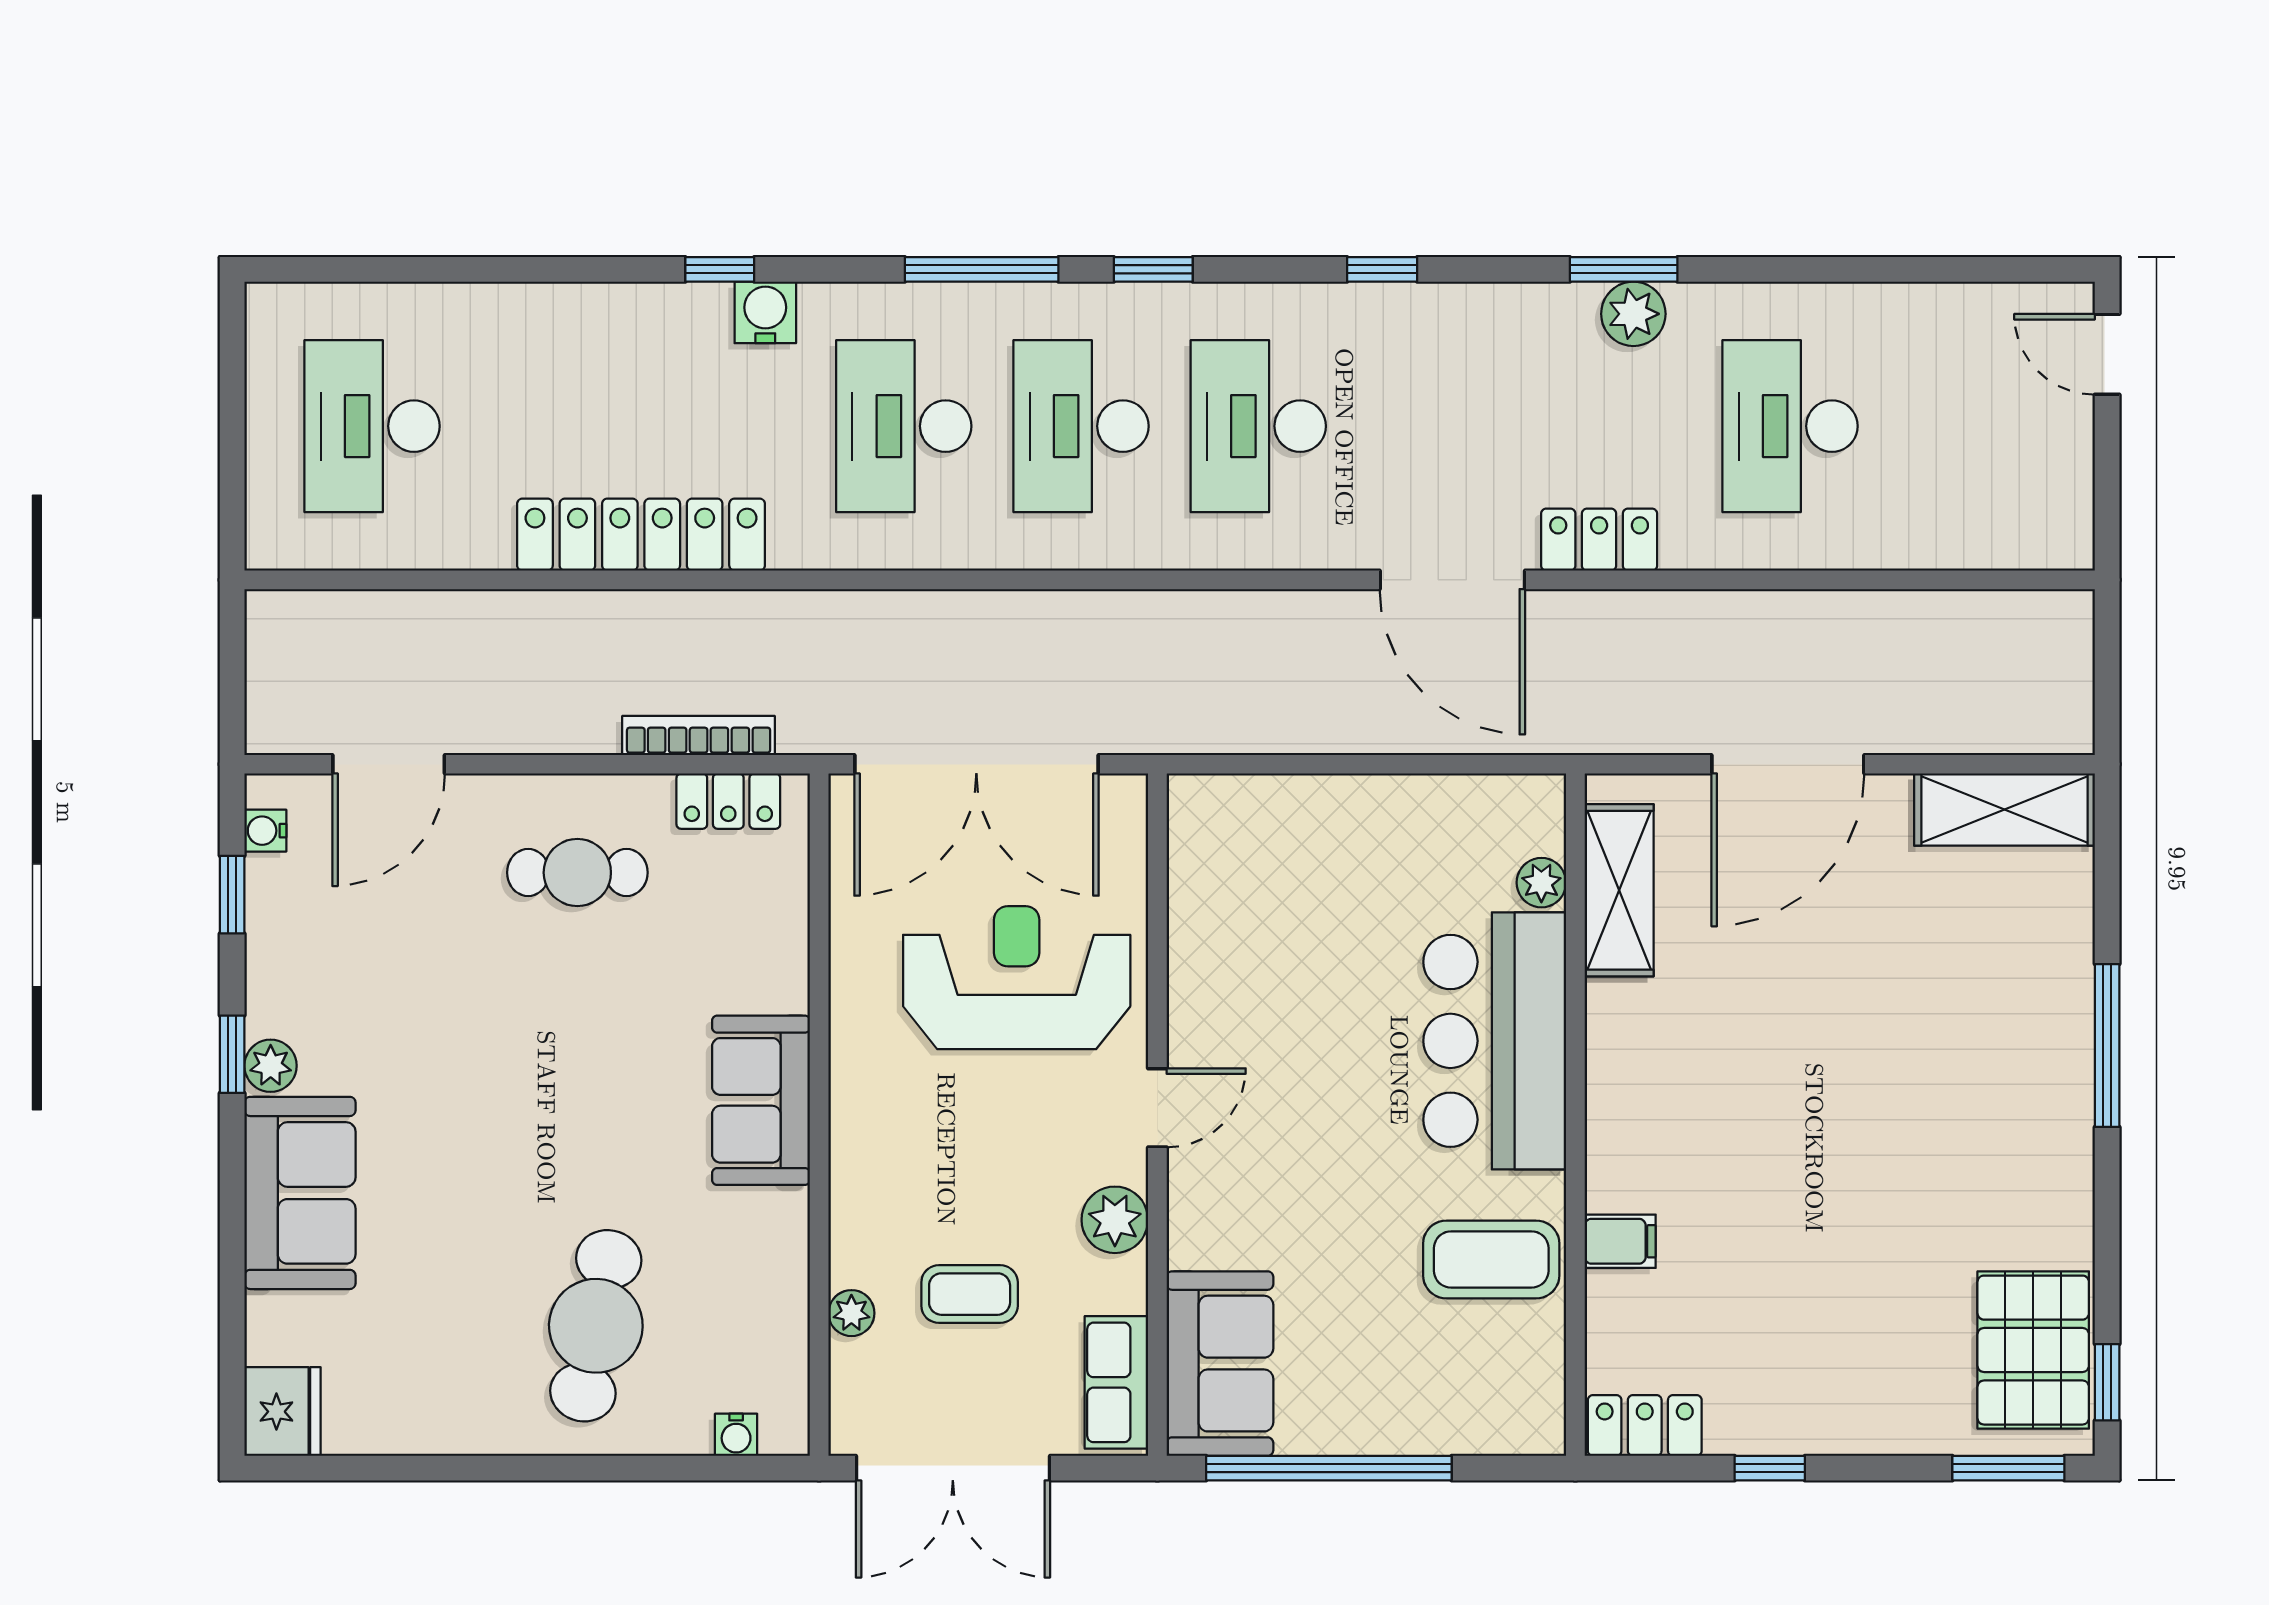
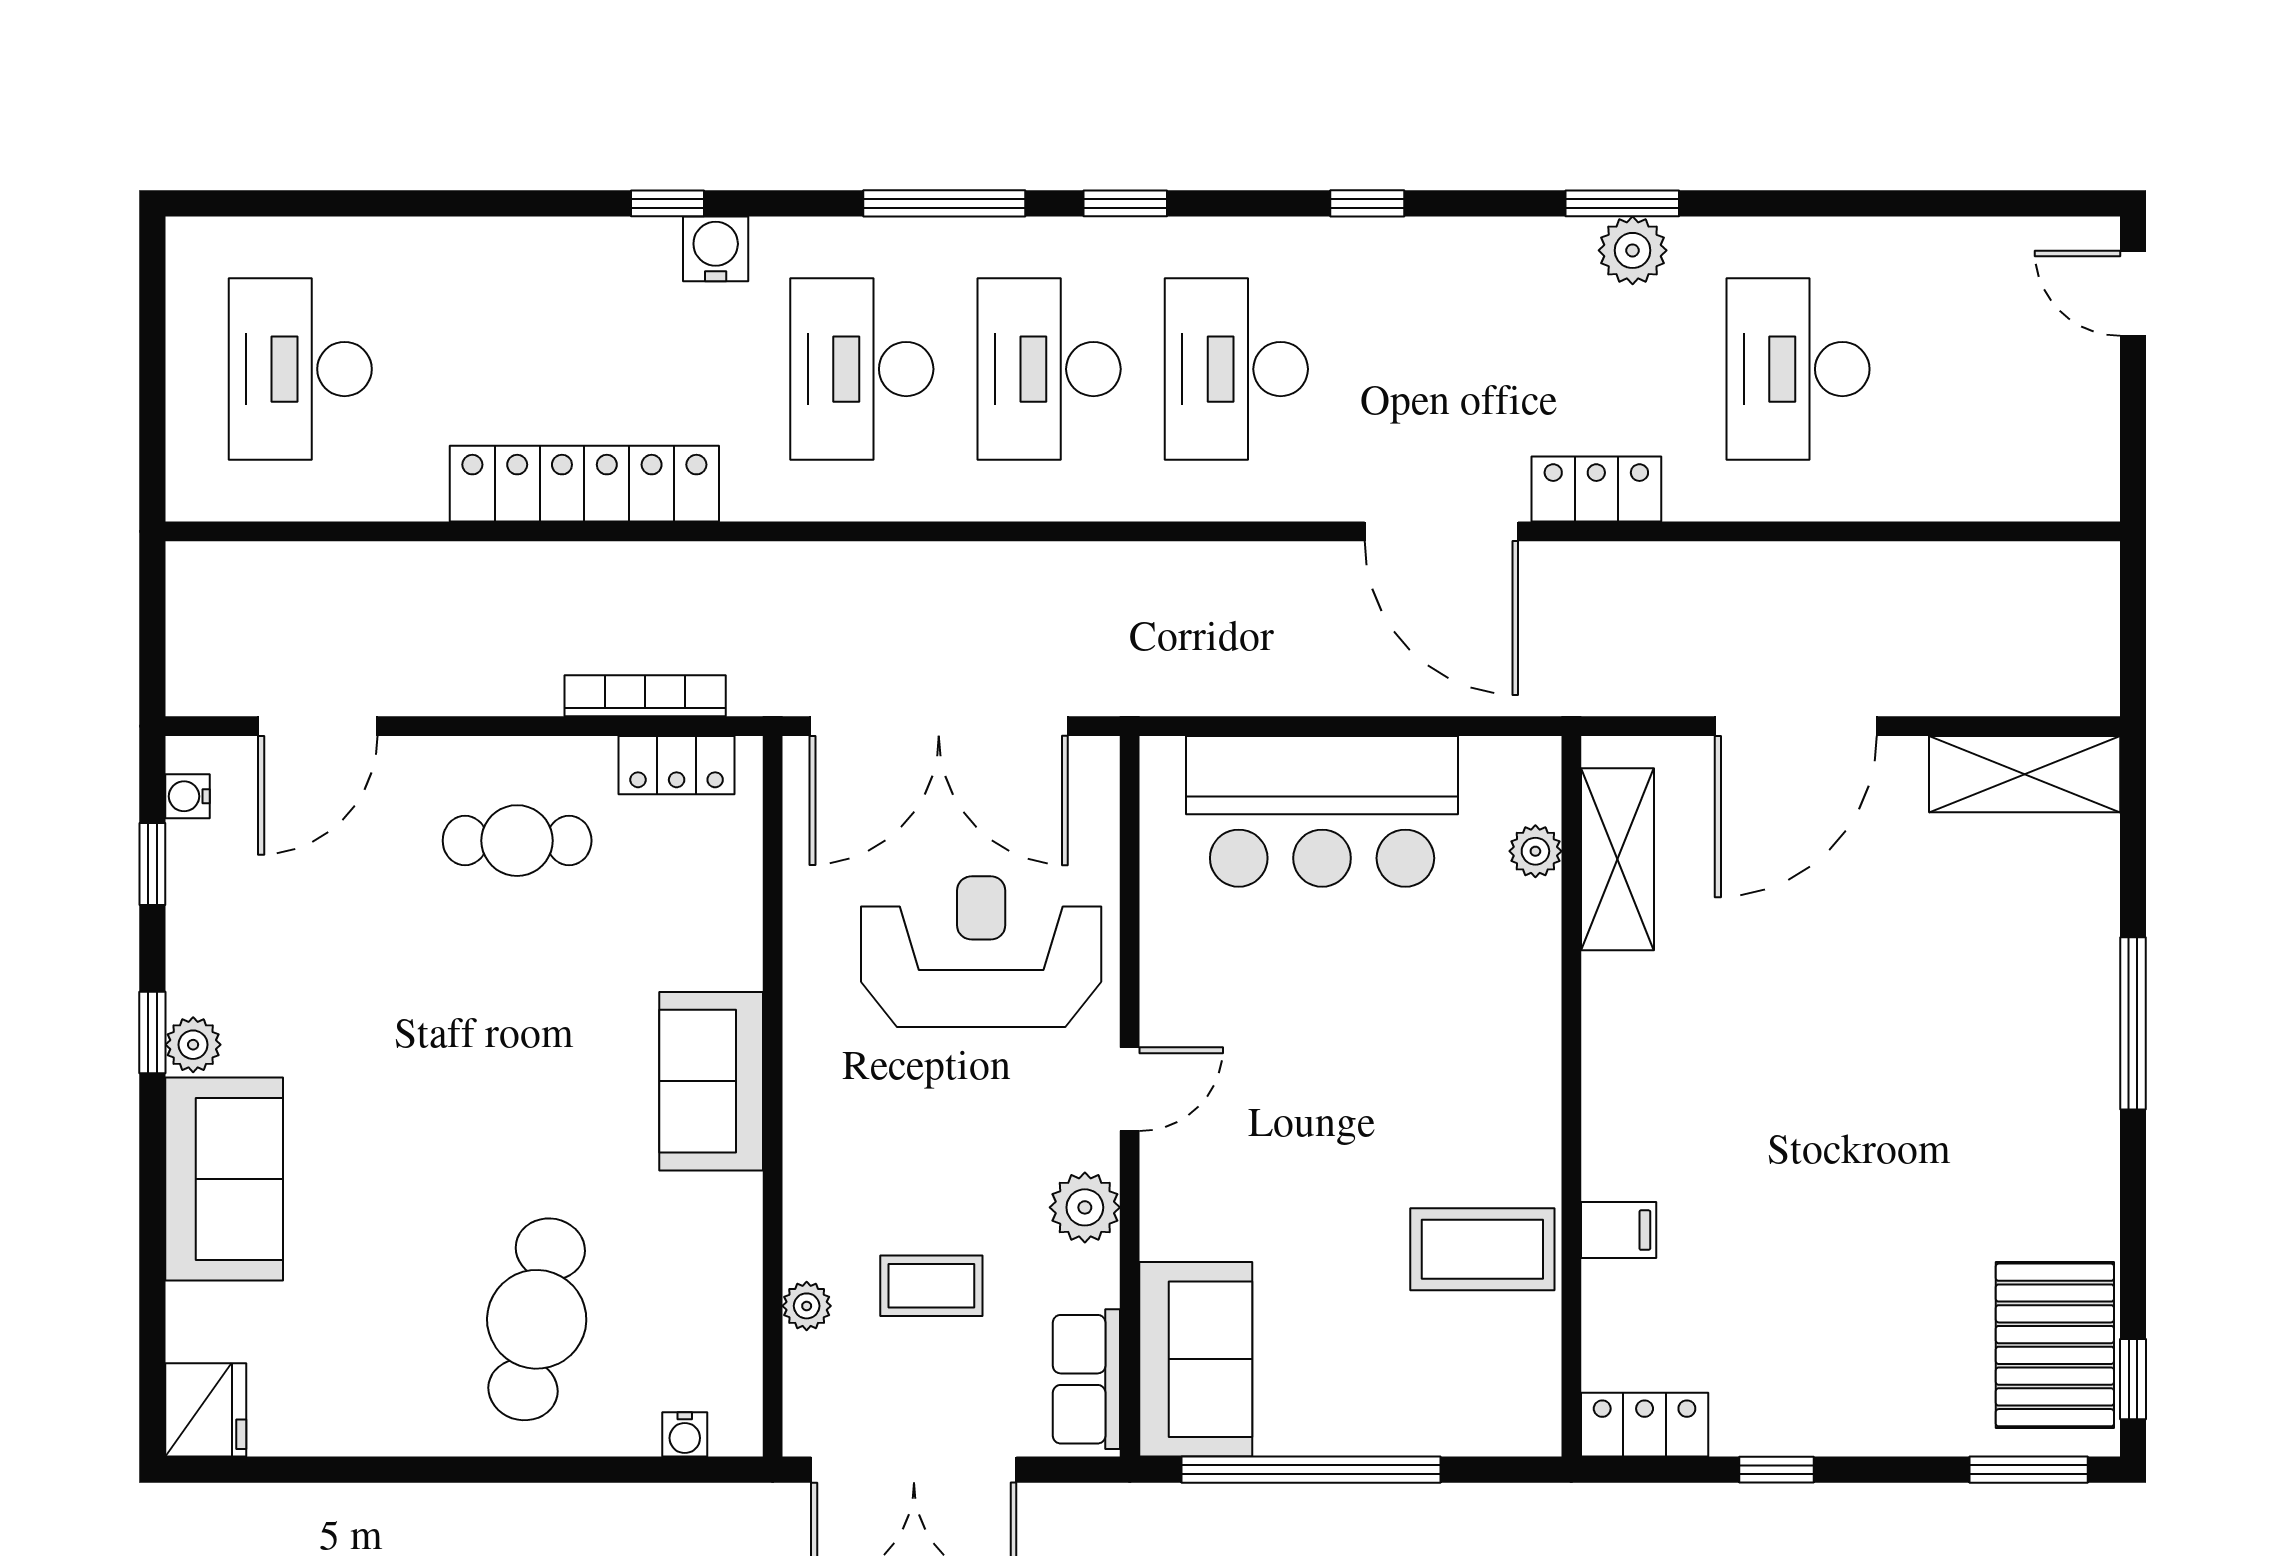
bar counter: (1495, 1041) -> (1322, 811), moved, turned -90

